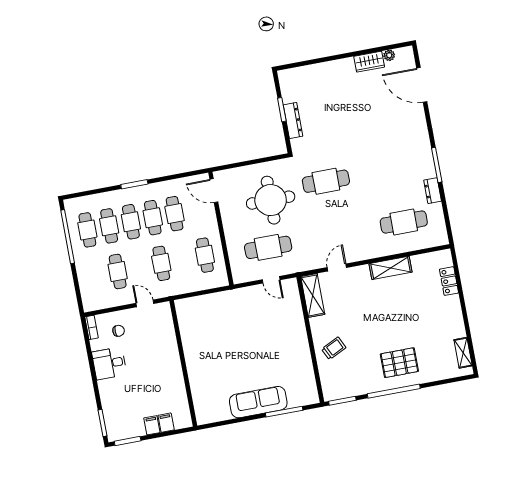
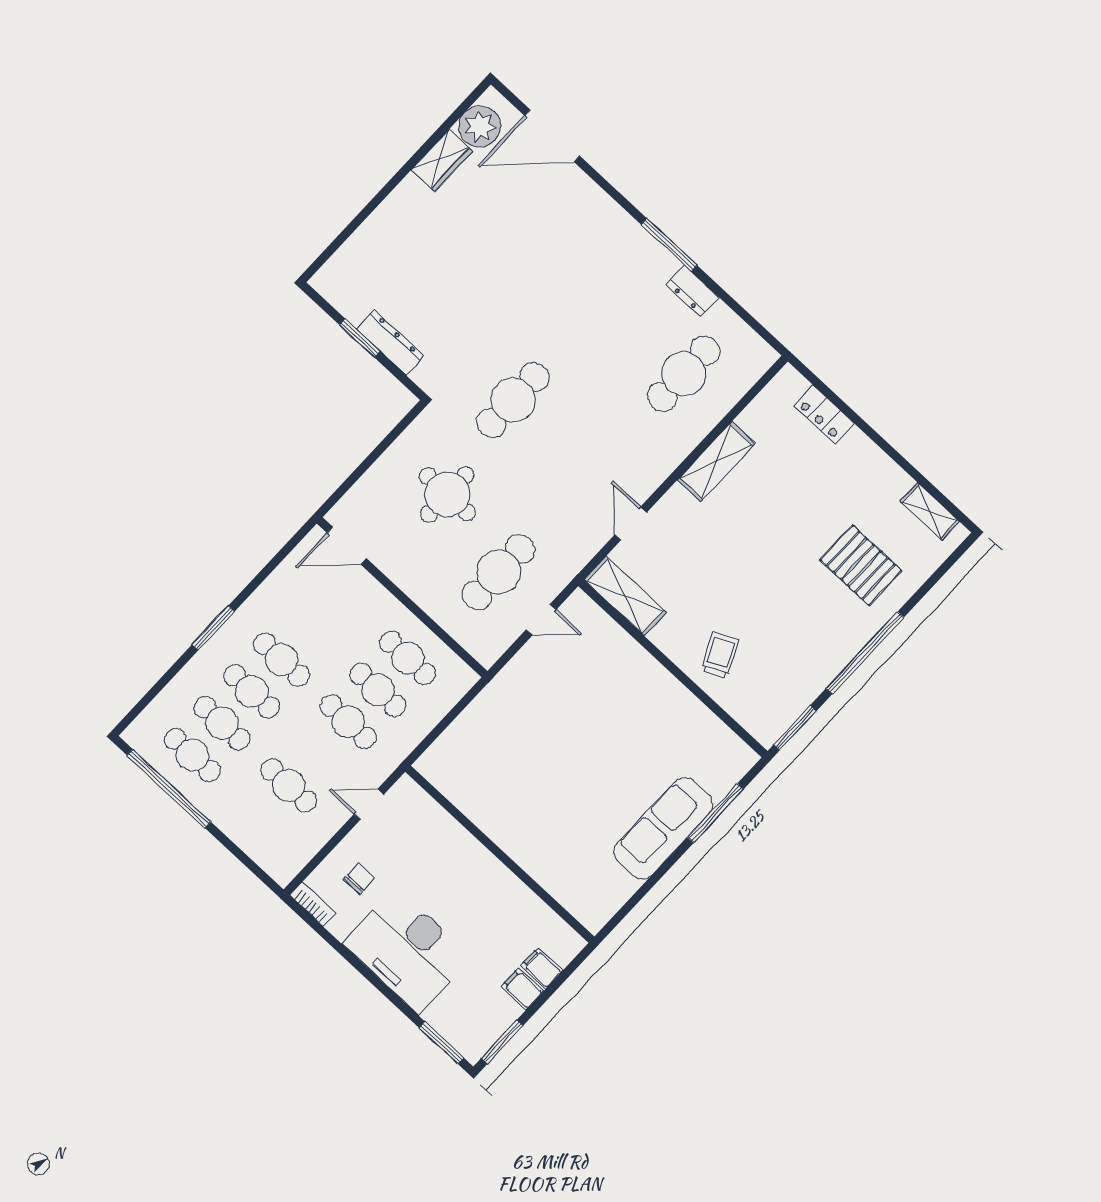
plant: (389, 55) -> (480, 127), width x1.87, depth x1.87
round table: (271, 200) -> (447, 494), width x0.73, depth x0.73
cafe table: (175, 214) -> (378, 690), moved
desk: (109, 363) -> (407, 951), width x1.87, depth x1.30
pallet: (399, 363) -> (861, 565), moved, turned 90

